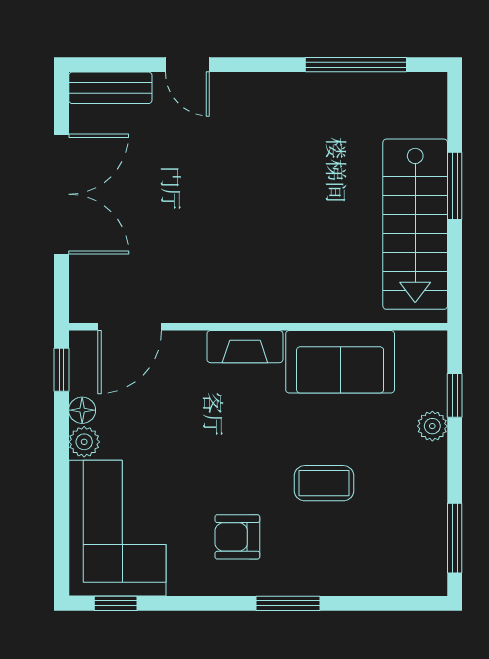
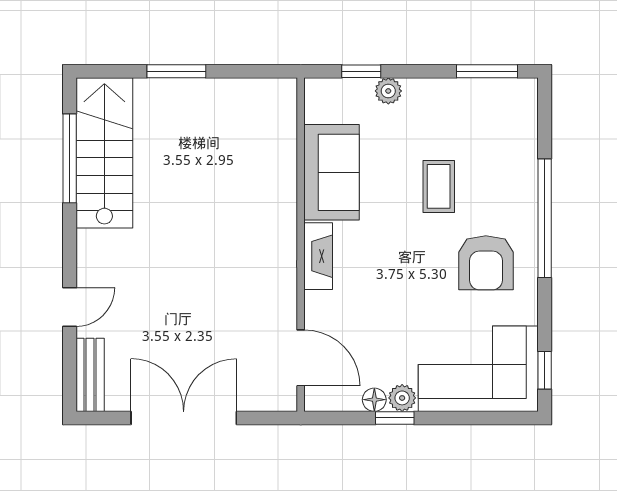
stairs: (415, 224) -> (104, 153), moved, turned -90
window: (61, 370) -> (395, 418), moved
armchair: (237, 537) -> (486, 263), width x1.38, depth x1.38
window: (288, 603) -> (545, 218), width x2.11

